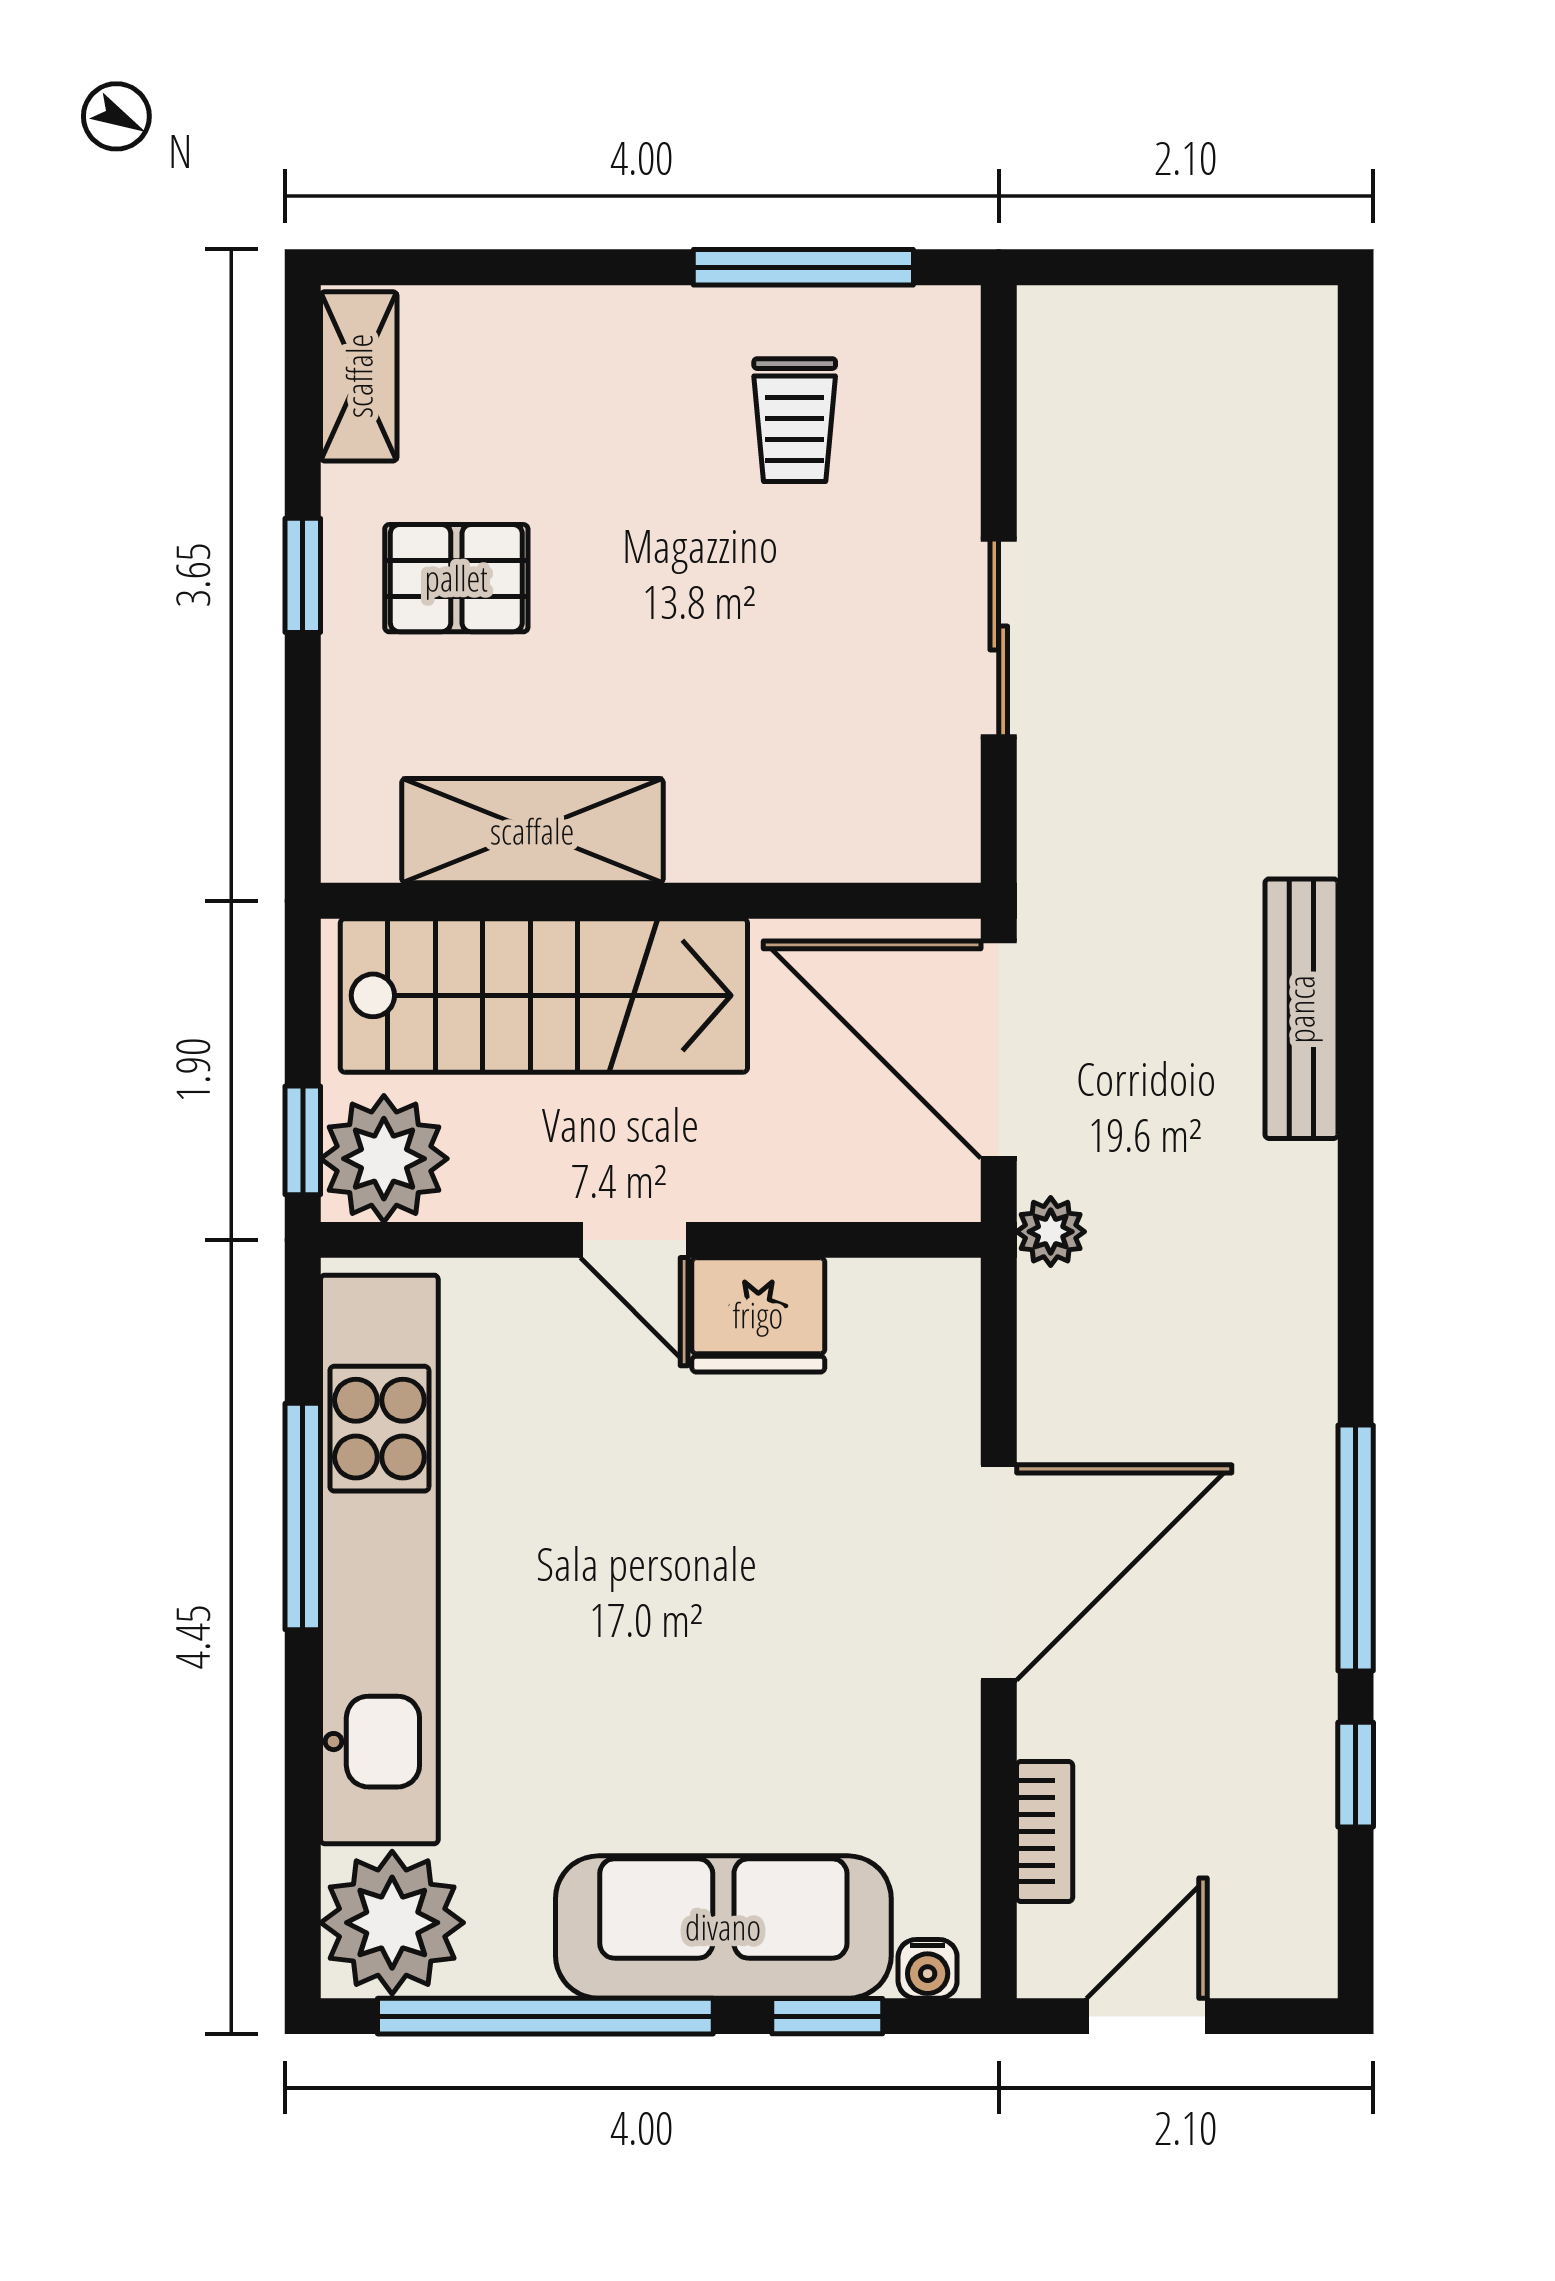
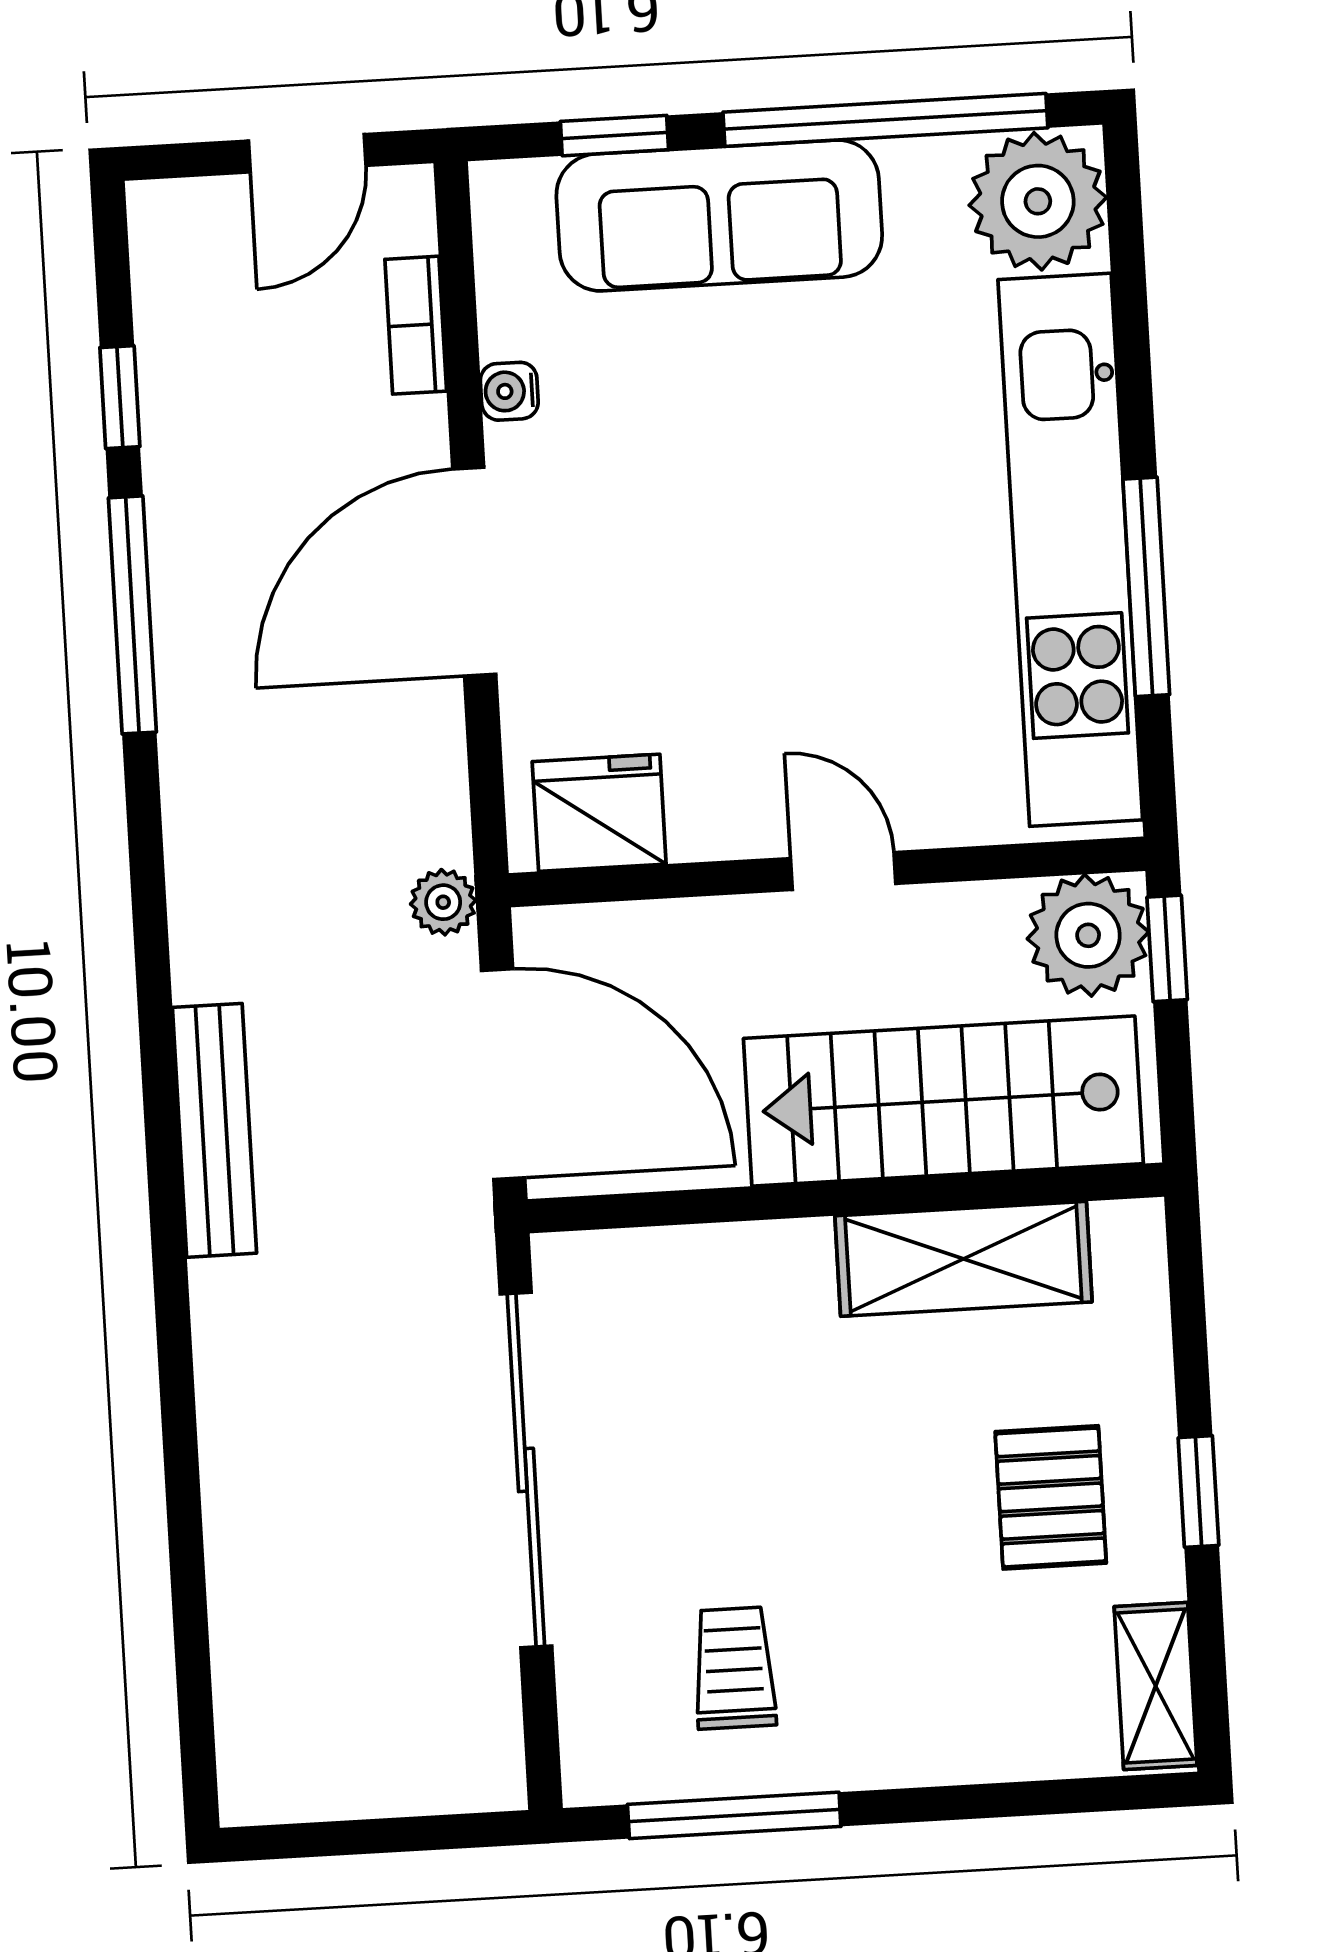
pallet: (456, 578) -> (1051, 1497), turned 90
sliding door: (999, 638) -> (526, 1470), width x1.86
fridge: (758, 1315) -> (599, 813), moved
water cooler: (928, 1969) -> (509, 391), moved, turned -90

